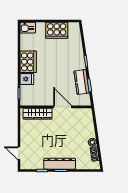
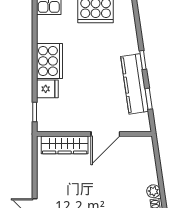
kitchen counter: (82, 82) -> (135, 84), width x1.50
door: (63, 107) -> (105, 134), swing flipped

